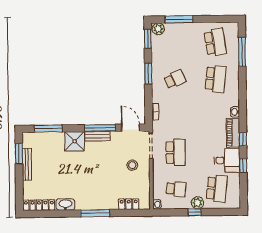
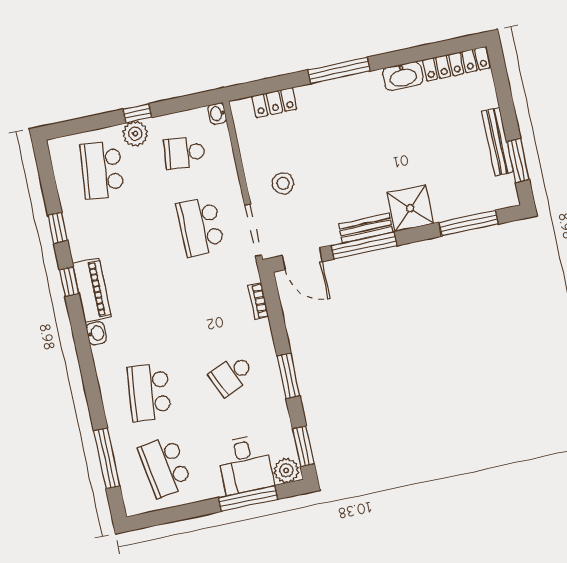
desk: (227, 160) -> (245, 465), moved, turned -90

